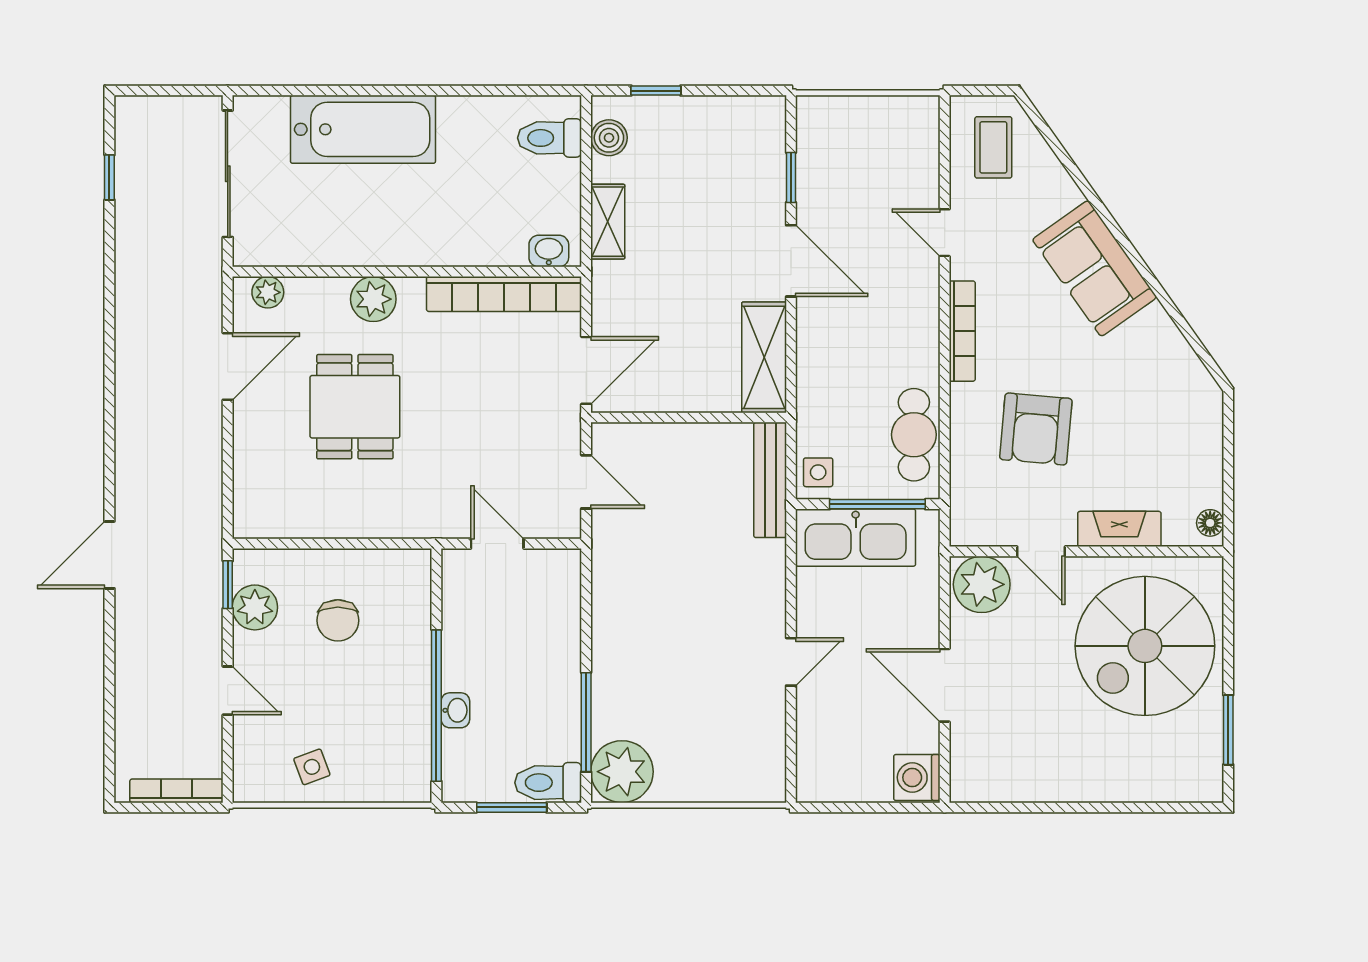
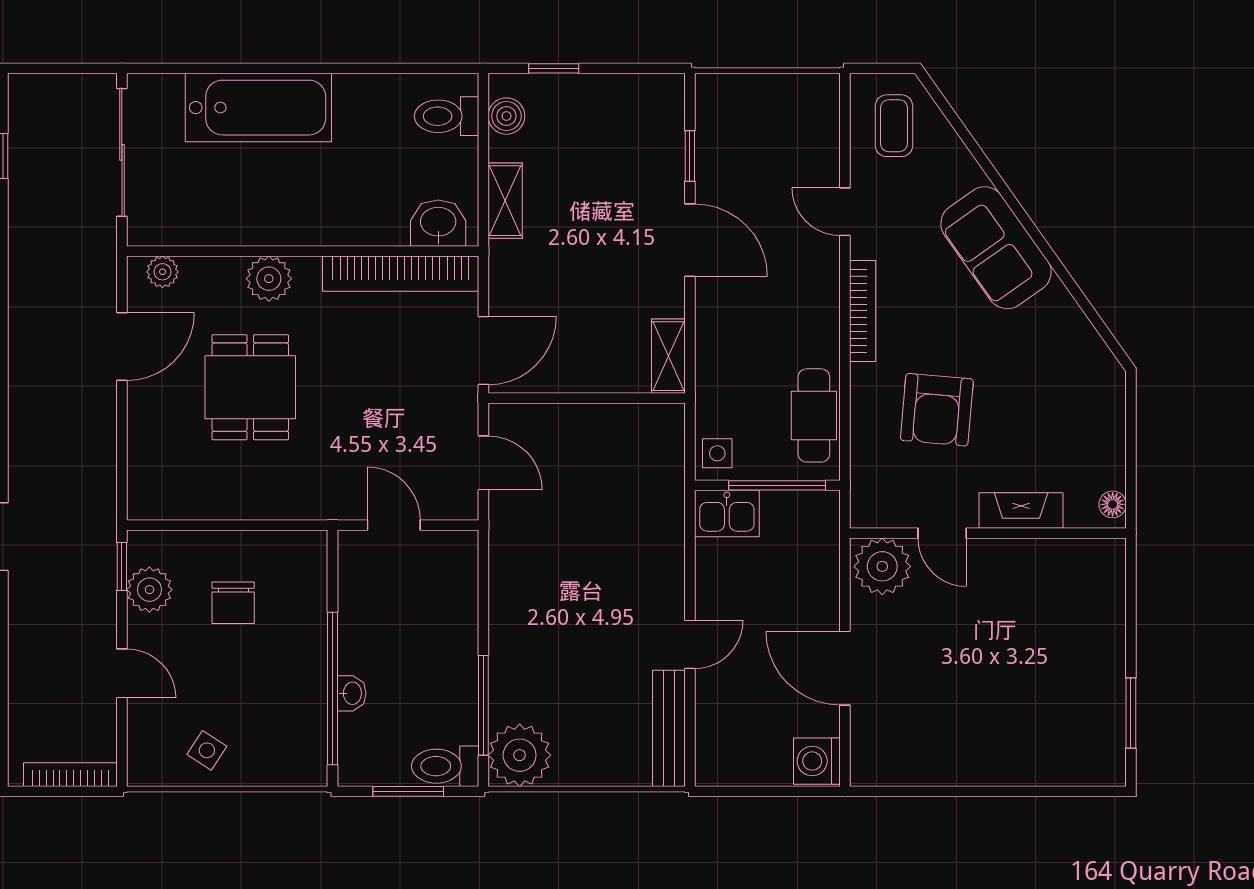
washbasin: (549, 251) -> (438, 223), width x1.38, depth x1.45
shelving: (764, 357) -> (668, 356), width x0.67, depth x0.75
bench: (770, 480) -> (669, 728), moved
kitchen sink: (856, 538) -> (727, 514), width x0.53, depth x0.81
spiral stairs: (1145, 646) -> (1047, 628), removed
side table: (312, 767) -> (207, 750), turned -37

